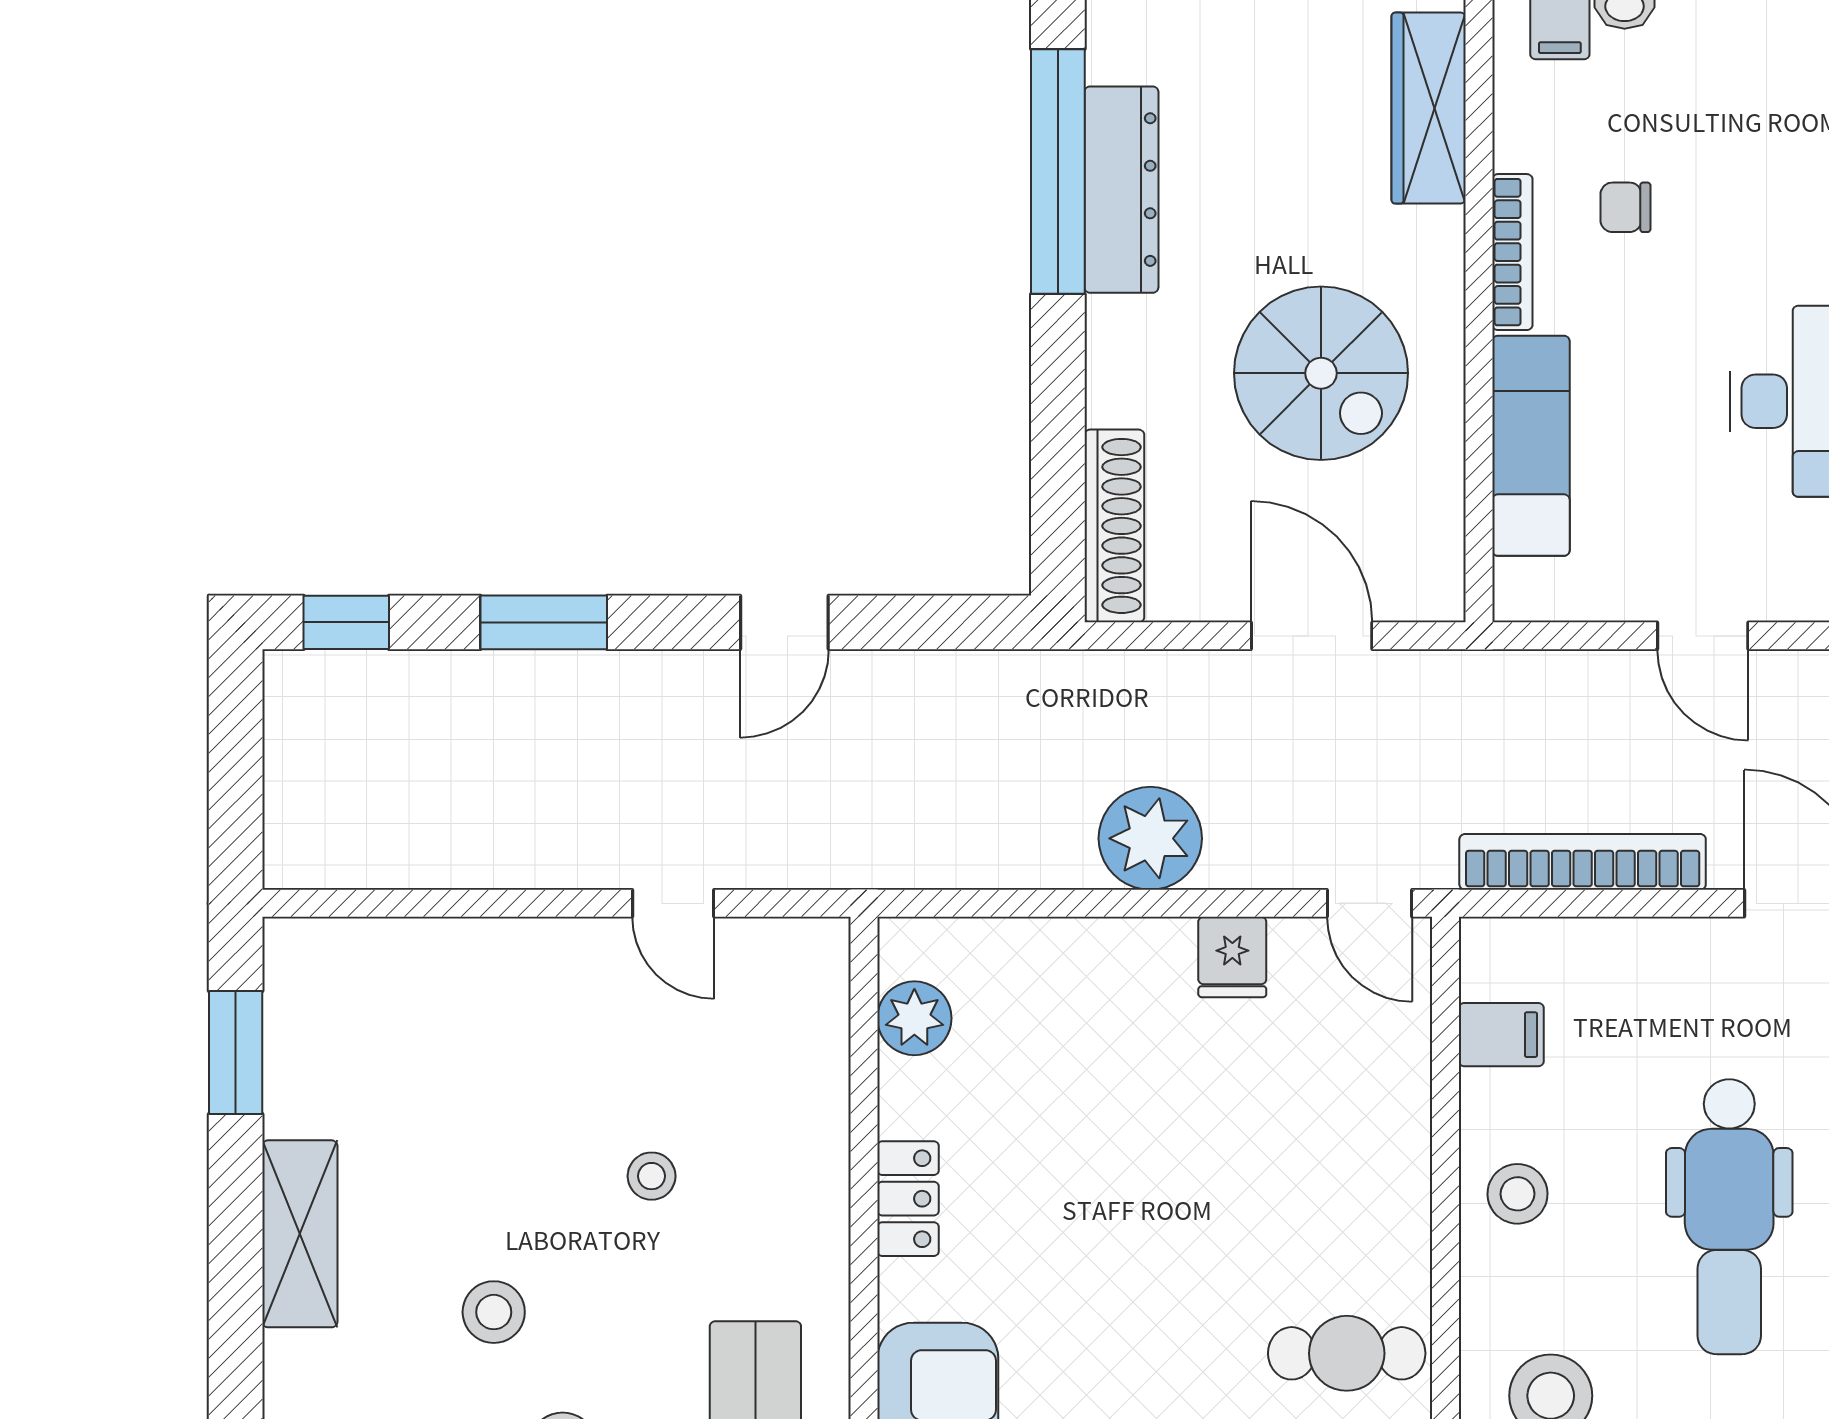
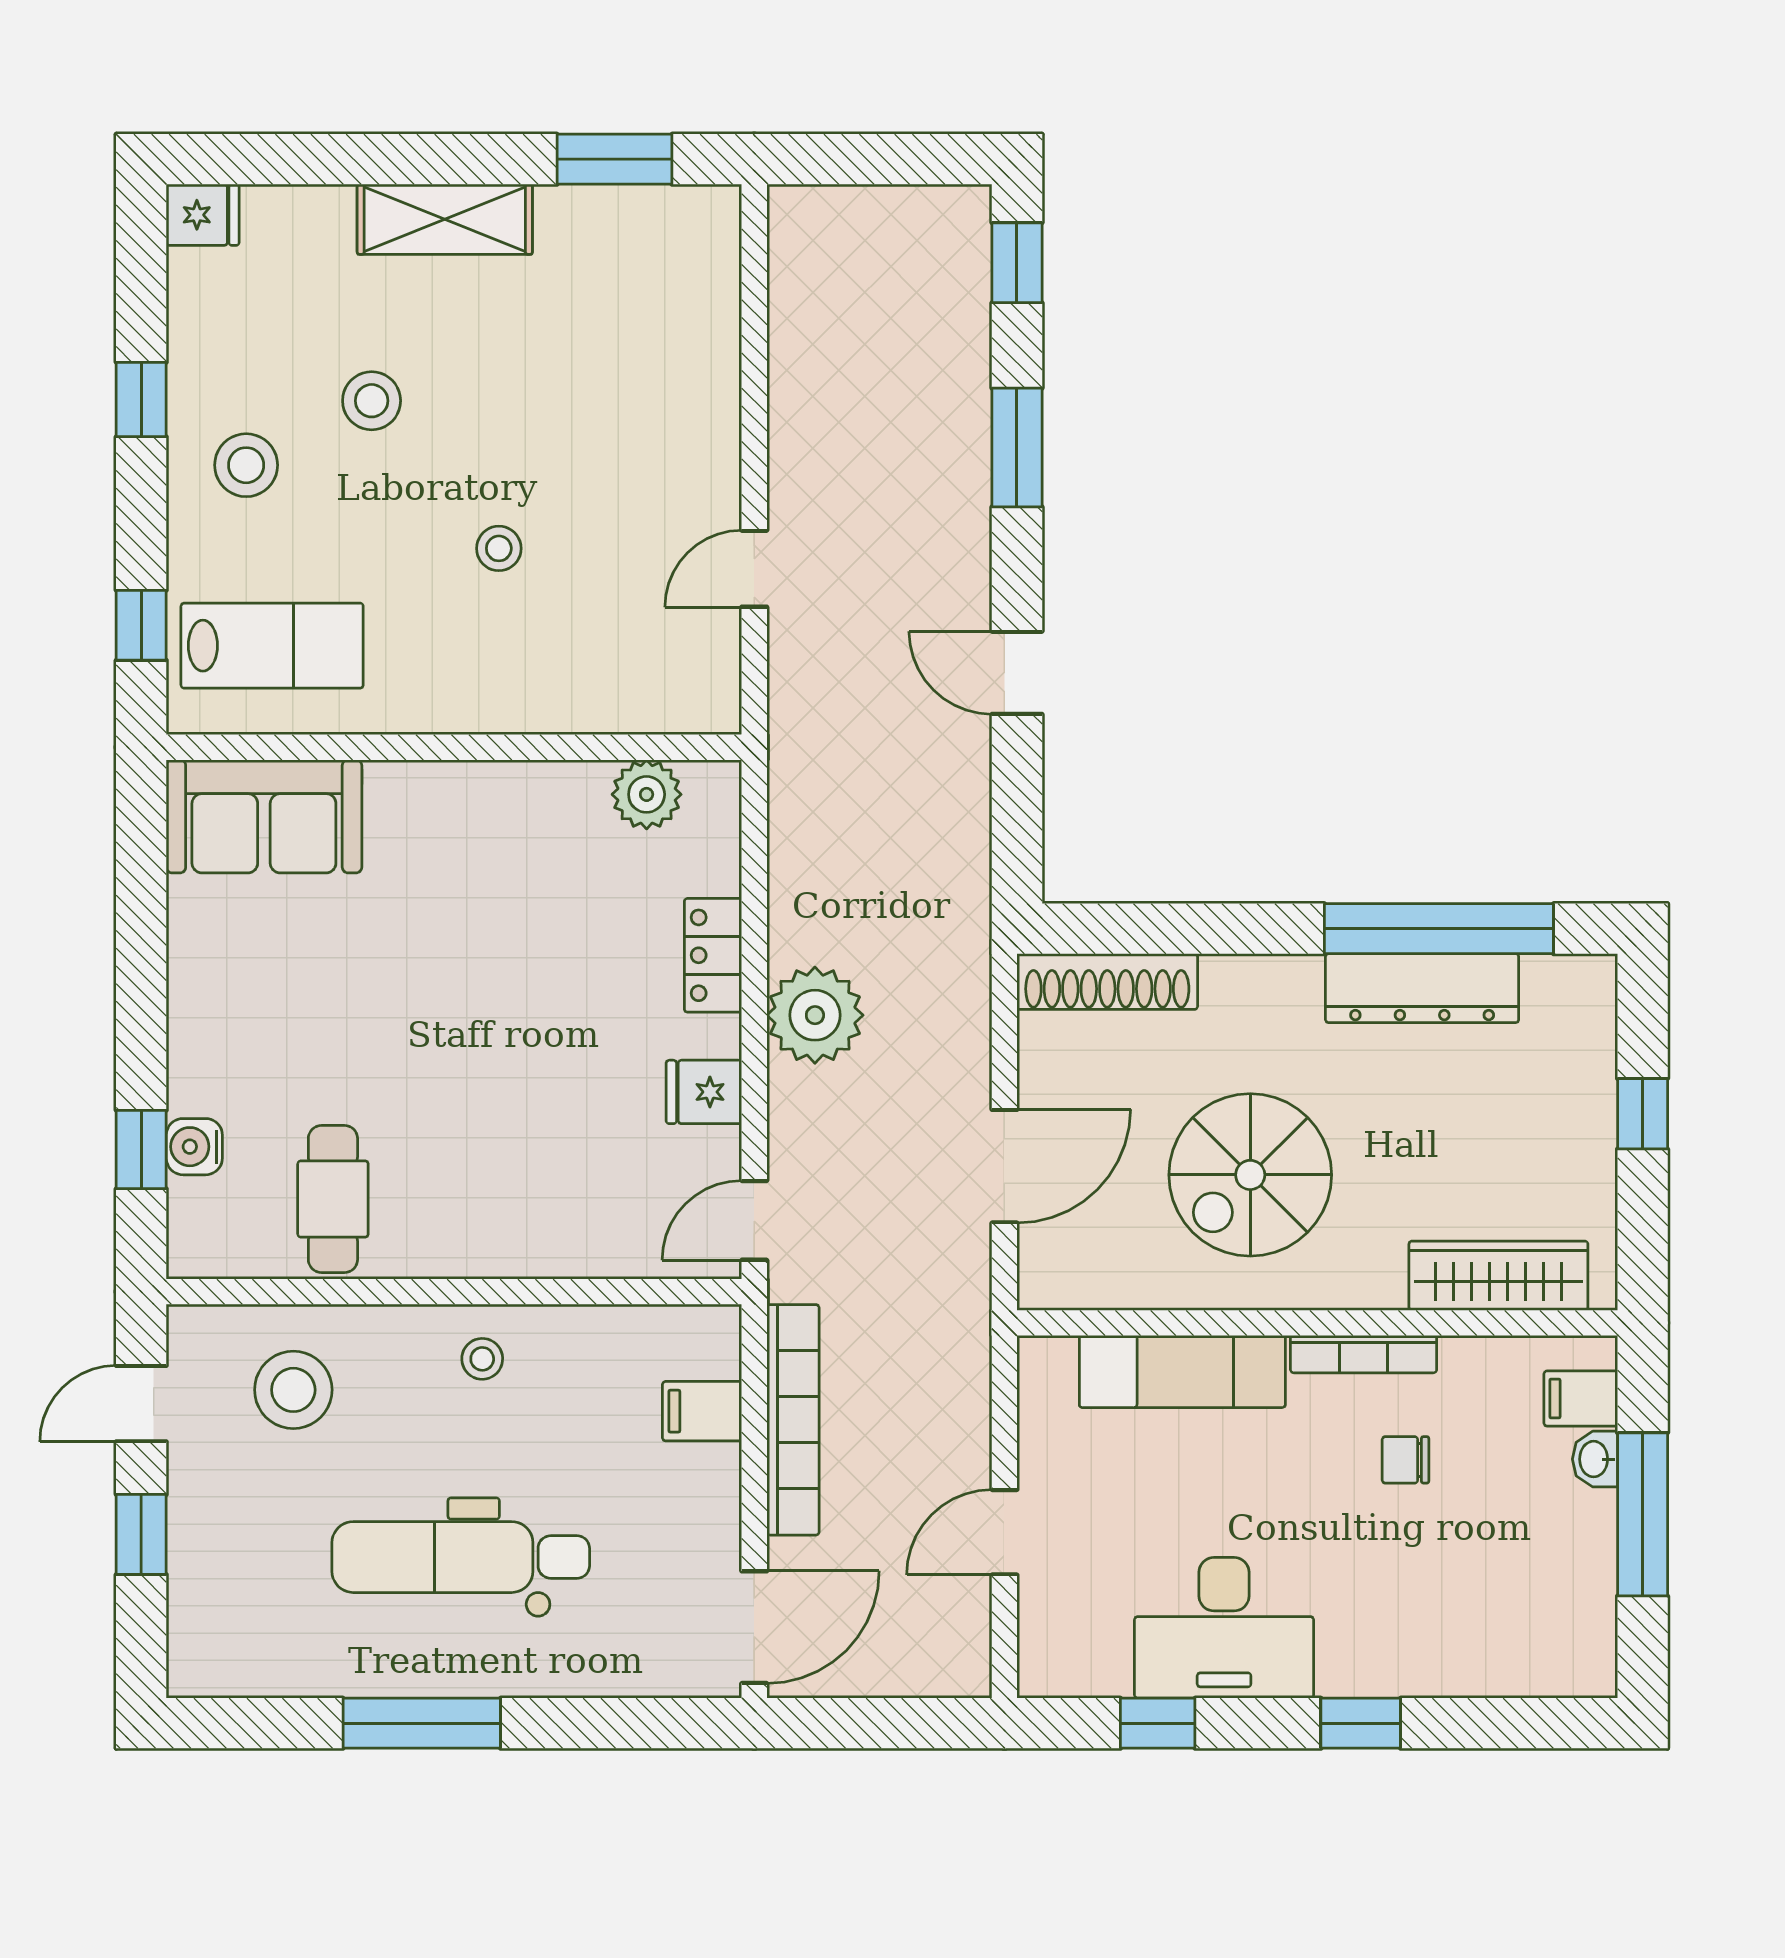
chair: (1625, 207) -> (1406, 1460), turned -90
filing cabinet: (1501, 1035) -> (702, 1411), moved, turned 90
stool: (1518, 1194) -> (482, 1359), width x0.73, depth x0.73
locker: (908, 1199) -> (713, 955), moved, turned 90

